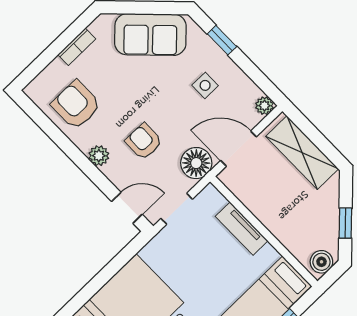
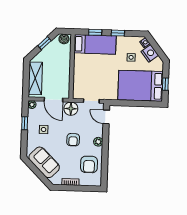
window: (222, 40) -> (25, 123), moved
armchair: (144, 141) -> (73, 140), moved
tv unit: (242, 229) -> (78, 74), removed

